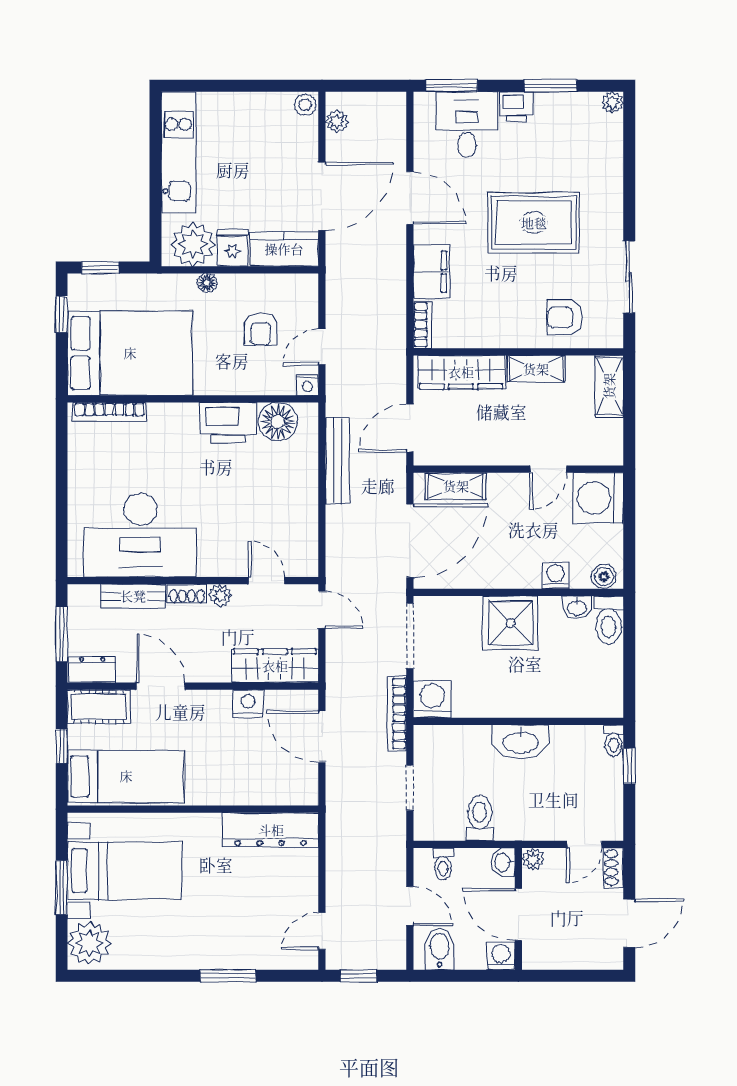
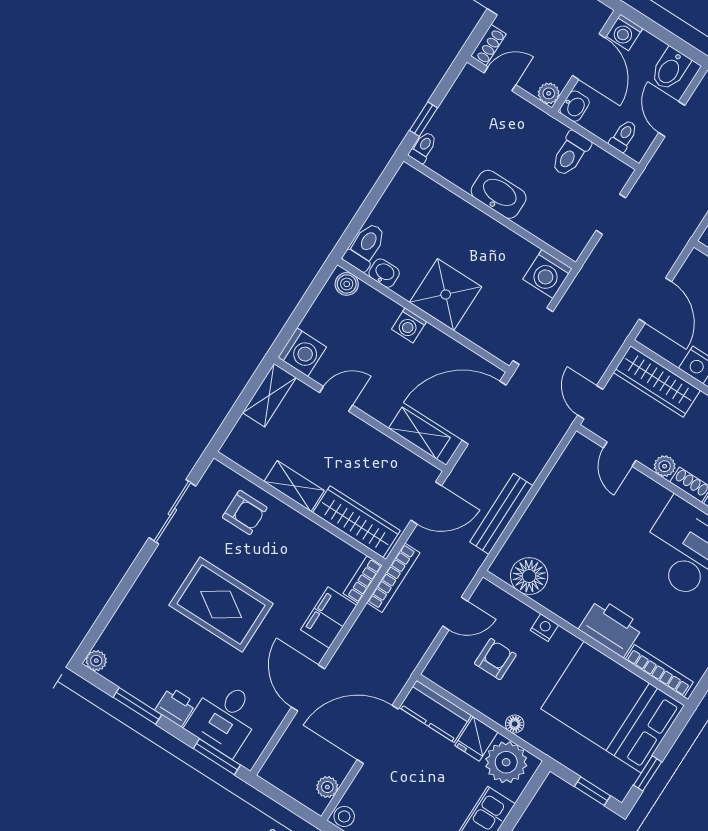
nightstand: (307, 385) -> (544, 628), moved
shelving: (609, 386) -> (269, 395), moved
printer: (228, 423) -> (611, 627), moved
washing machine: (598, 498) -> (302, 352), width x0.73, depth x0.73
washing machine: (556, 575) -> (409, 325), moved
bookcase: (397, 714) -> (393, 578), moved

